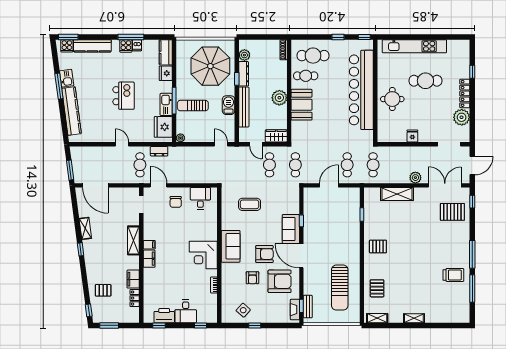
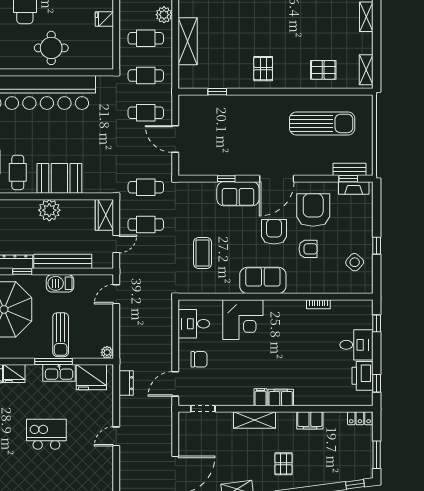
cafe table: (140, 165) -> (146, 38), moved
corner desk: (203, 255) -> (243, 320), moved
pallet: (103, 290) -> (283, 464), moved
locker: (135, 298) -> (360, 418), moved

